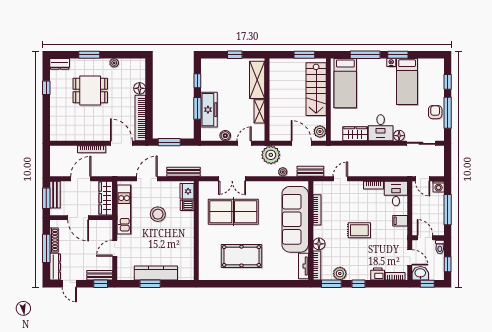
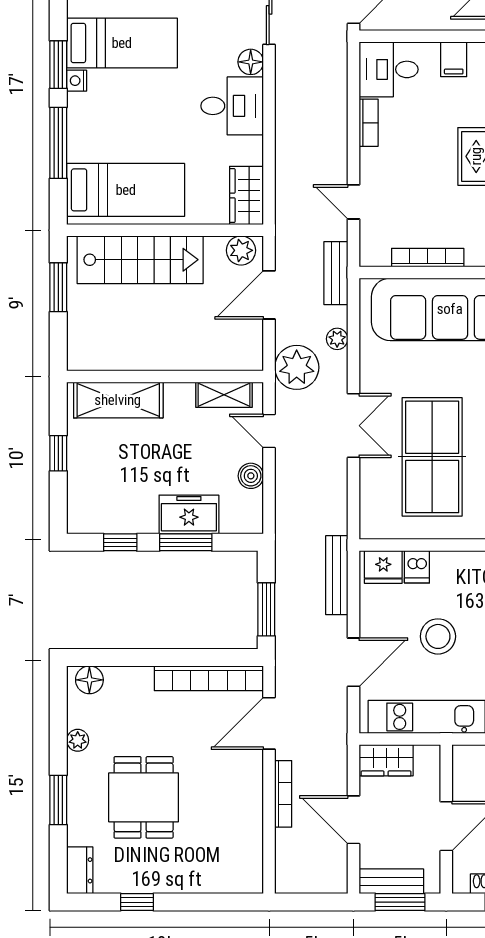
floor lamp: (140, 88) -> (89, 680), moved
freezer: (209, 110) -> (189, 514), width x0.71
shelving: (259, 111) -> (224, 395), moved
wardrobe: (355, 134) -> (247, 196), moved
door: (147, 179) -> (353, 662), swing flipped
double door: (232, 179) -> (353, 426), moved
wardrobe: (106, 198) -> (386, 760), width x0.67

